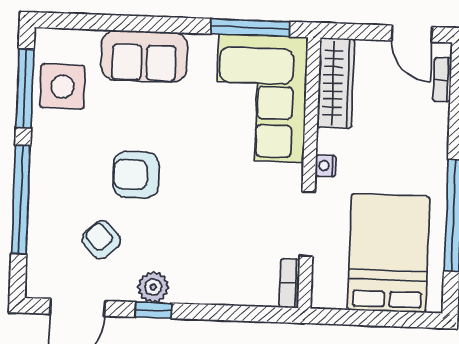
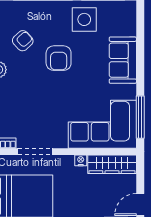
side table: (62, 86) -> (84, 19), moved
nightstand: (326, 166) -> (81, 160), moved
armchair: (136, 175) -> (59, 58), turned 180

